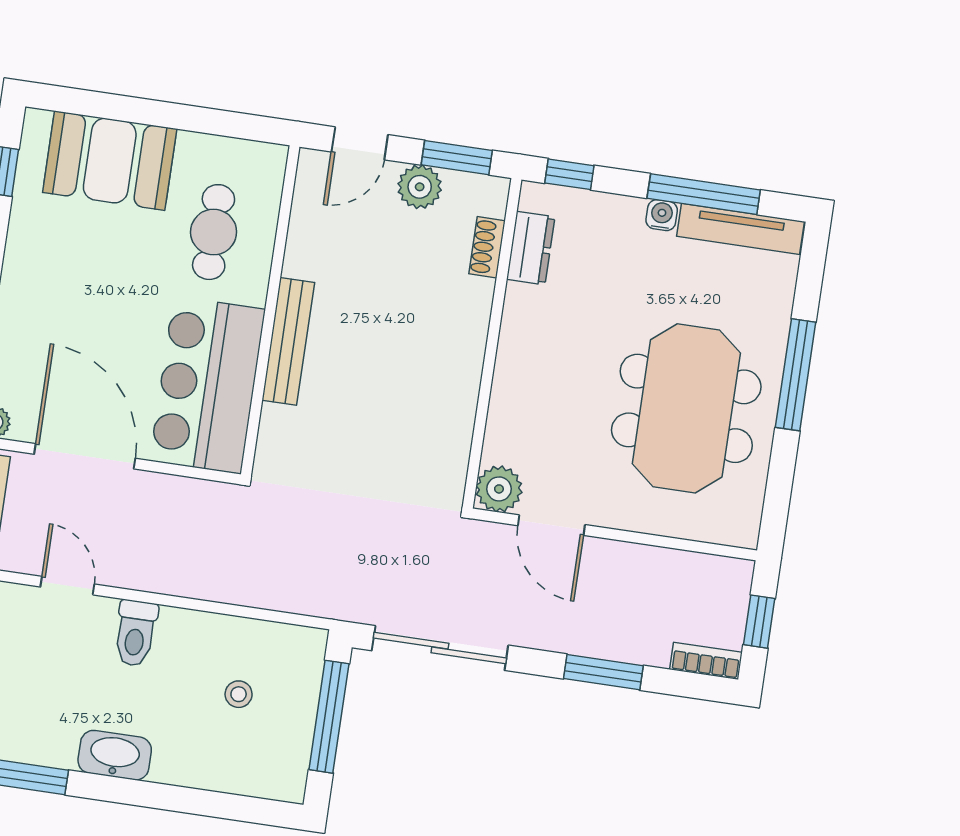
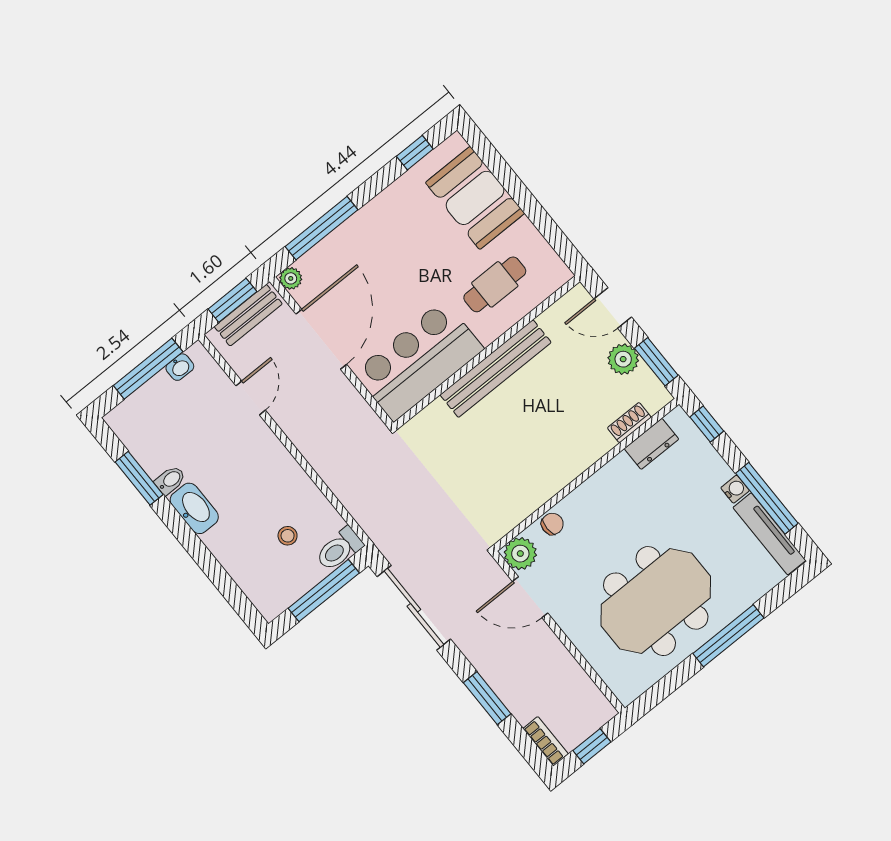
bench: (288, 341) -> (496, 369), width x1.37, depth x1.21
chair: (504, 427) -> (552, 524), added
door: (551, 525) -> (530, 597), hinge flipped
toilet: (135, 633) -> (339, 549), moved
bidet: (62, 749) -> (170, 480), added

